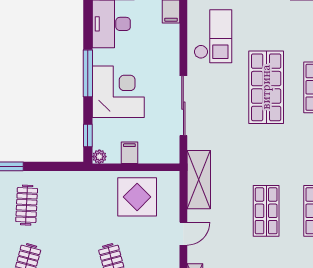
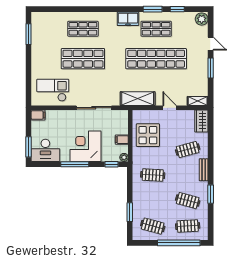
clothes rail: (27, 205) -> (153, 175), moved
shop shelf: (266, 211) -> (156, 59), width x2.00, depth x1.36

